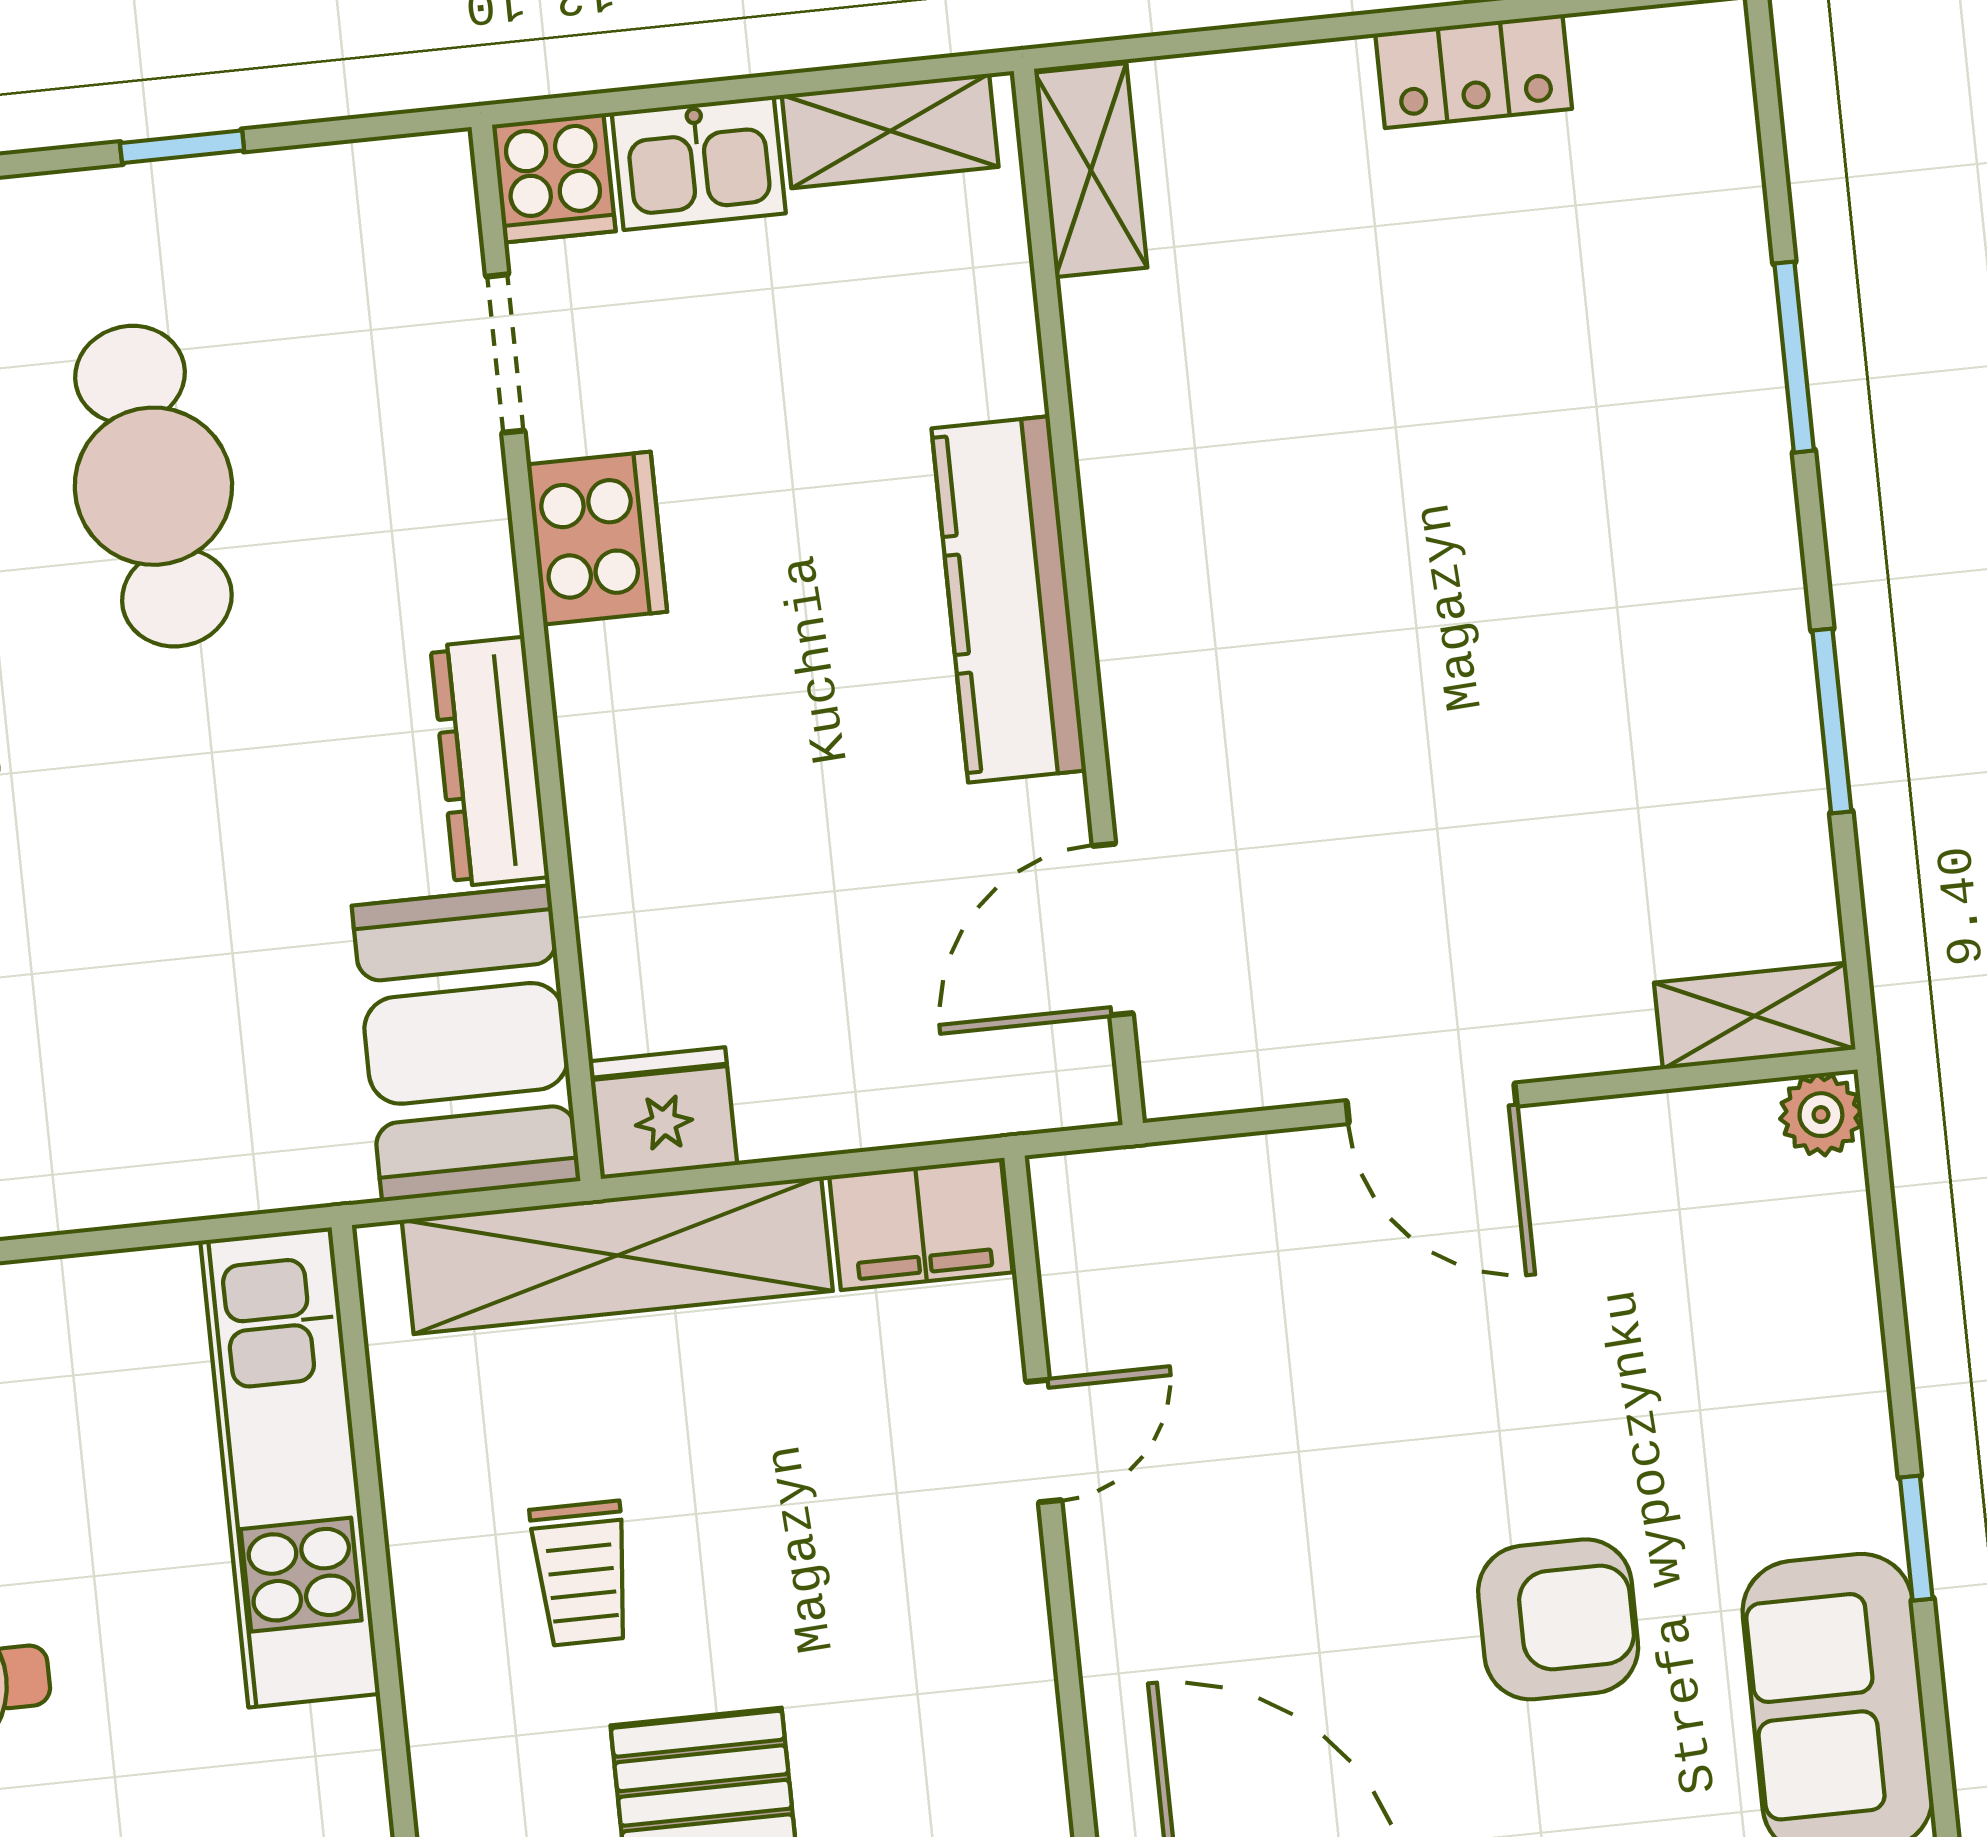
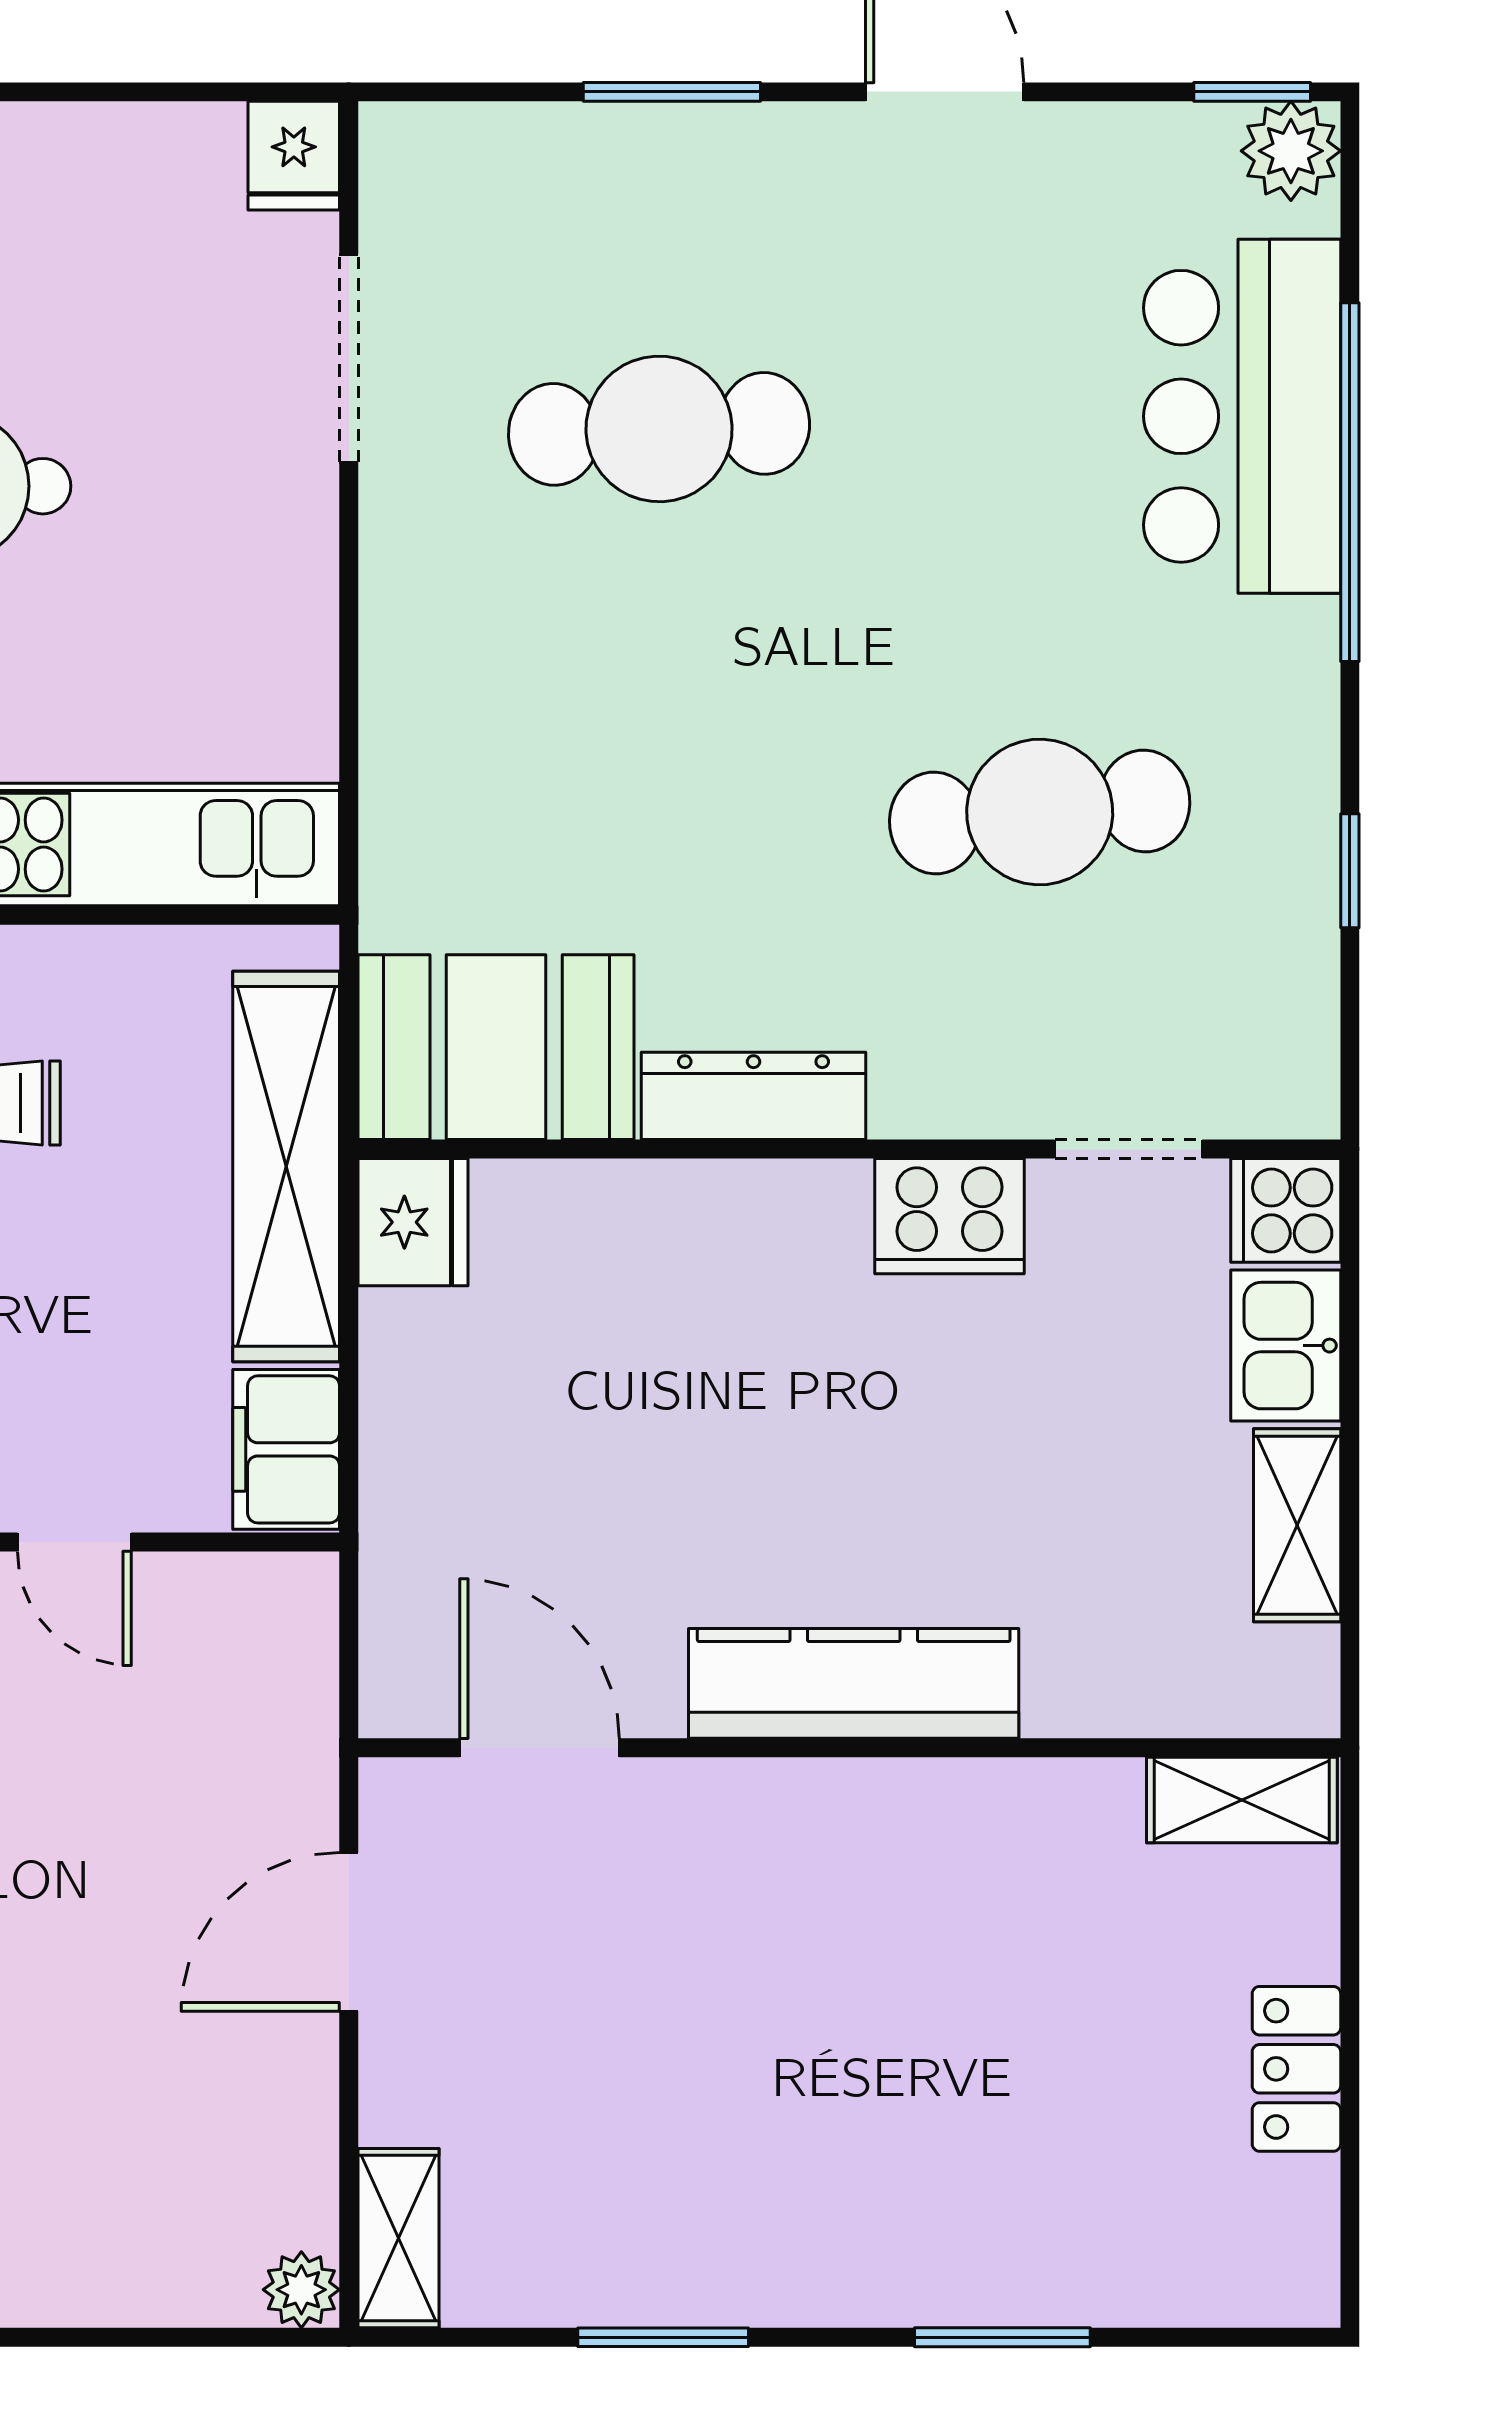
shelving: (1091, 170) -> (1242, 1800), moved
wall: (1078, 597) -> (849, 1748), moved
kitchen counter: (1009, 599) -> (854, 1683), moved
door: (1113, 929) -> (539, 1748), moved

